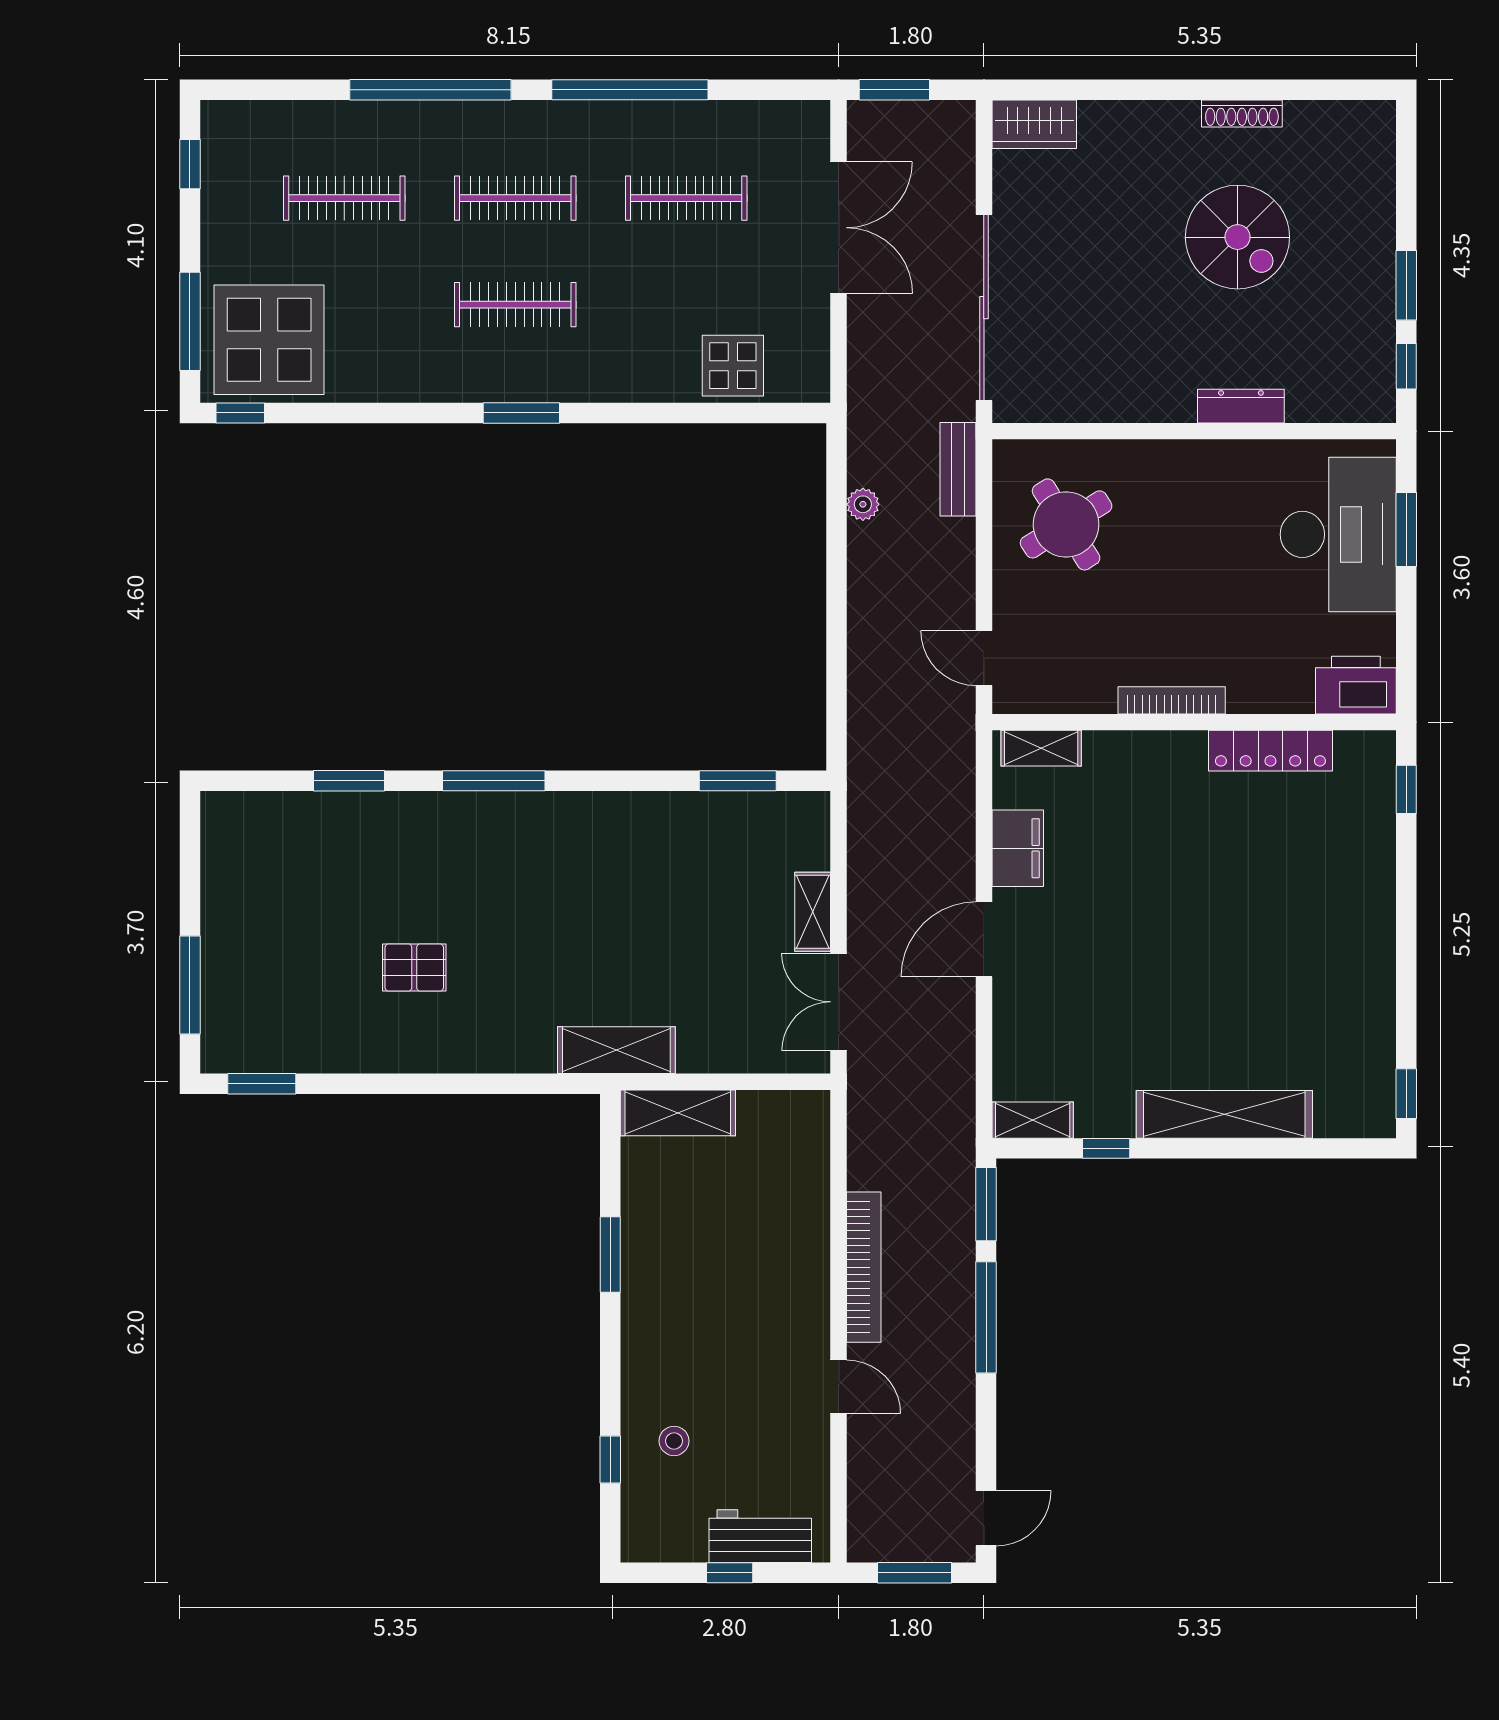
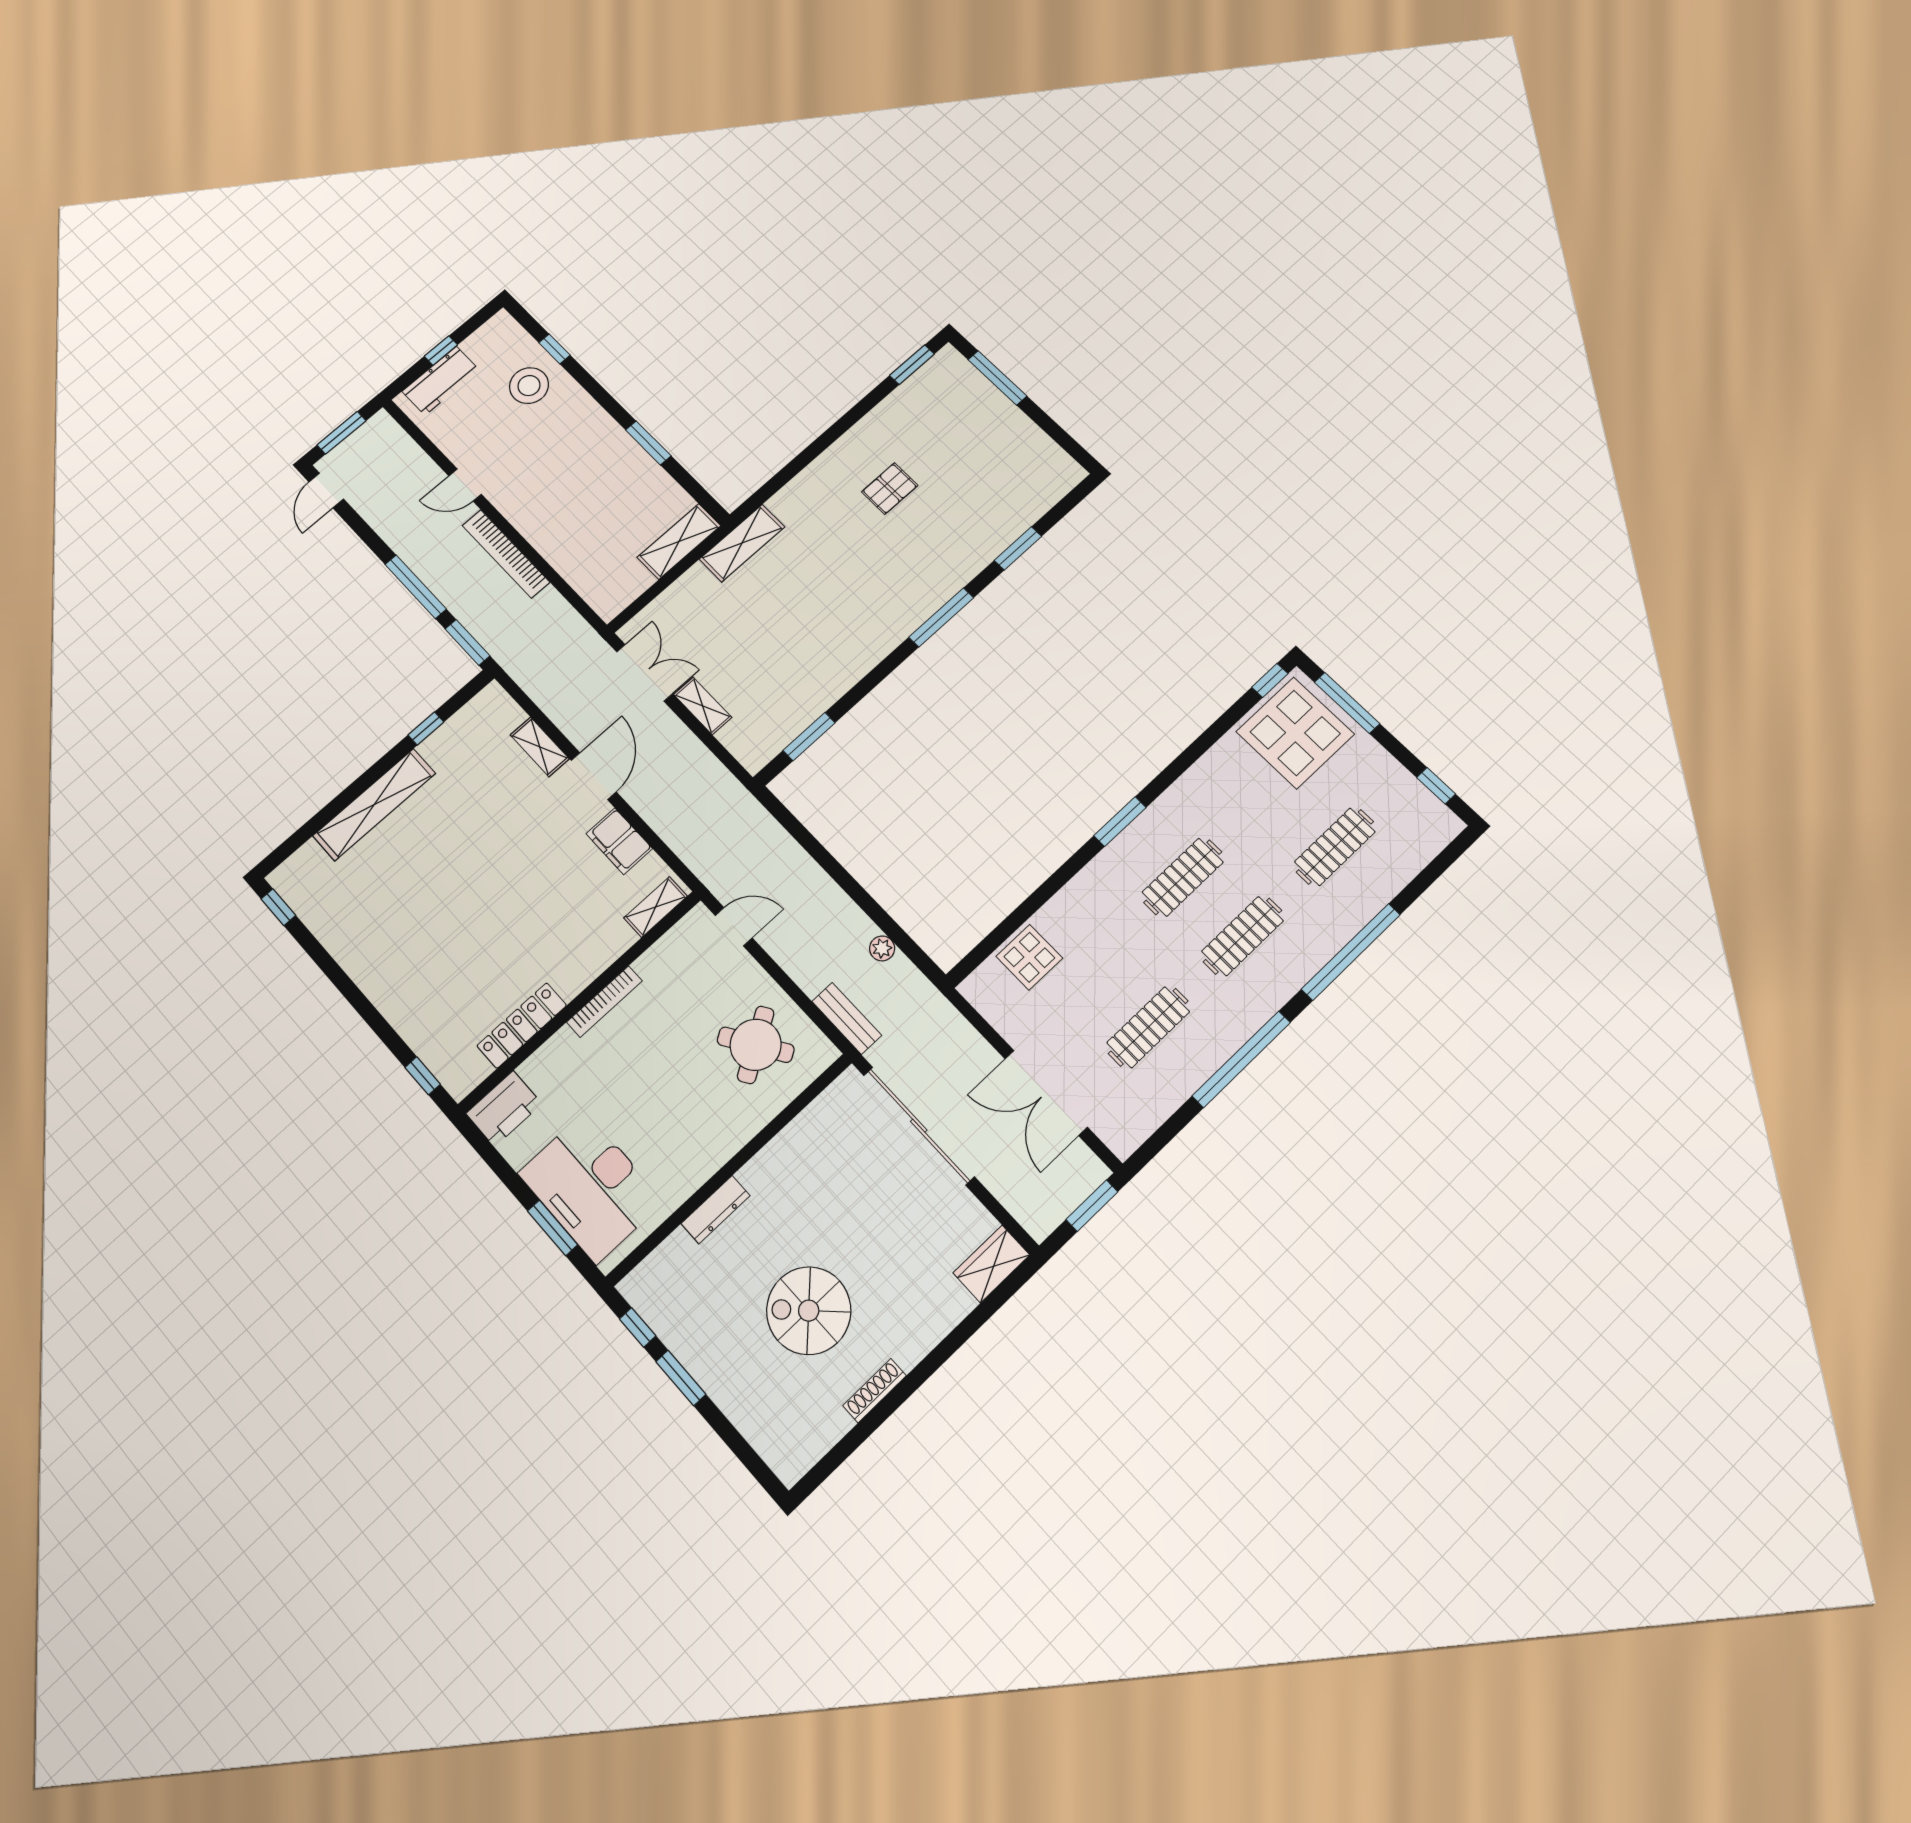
shelving: (1033, 1120) -> (540, 747), moved, turned 90
stool: (674, 1441) -> (529, 386), width x1.89, depth x1.89

